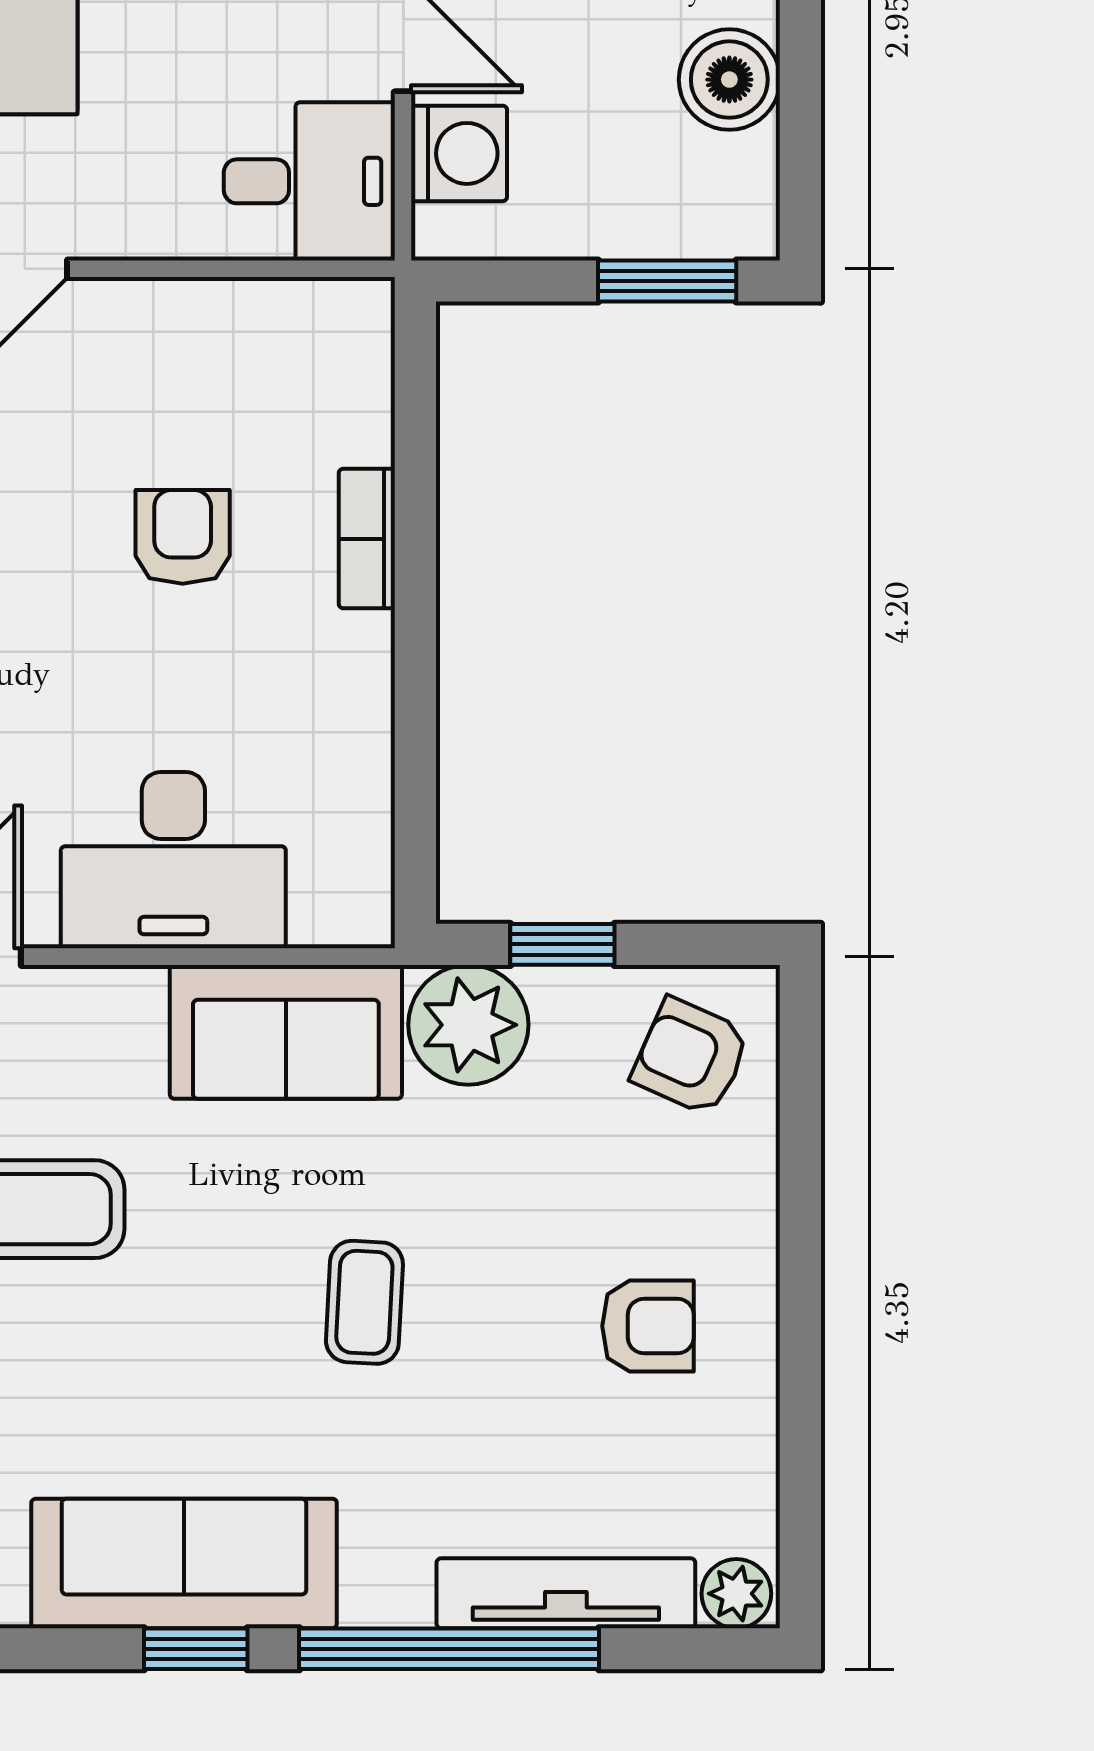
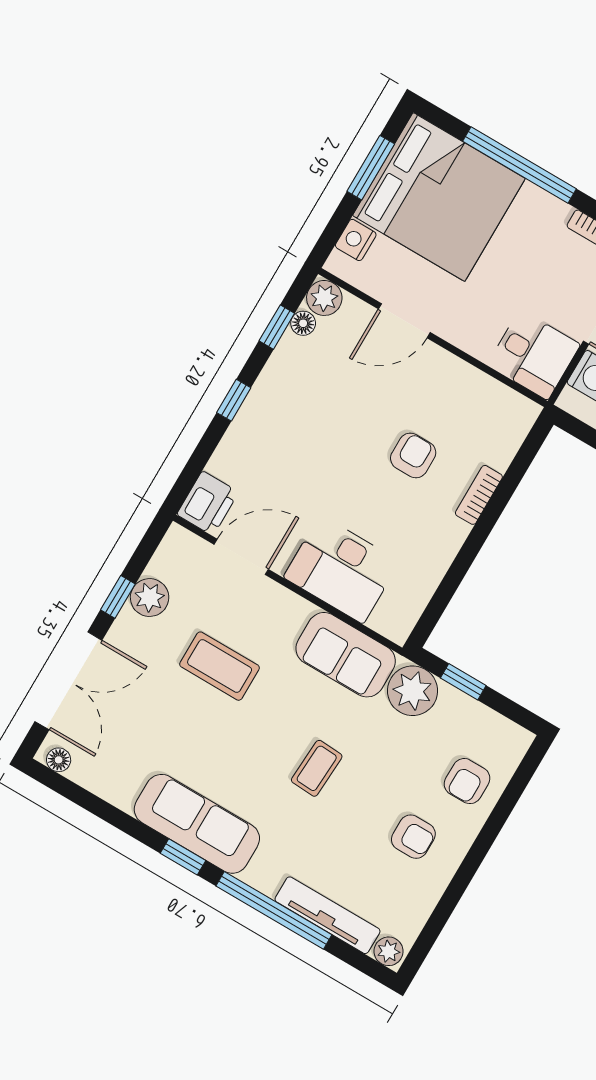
armchair: (691, 1057) -> (467, 781), moved, turned -114

